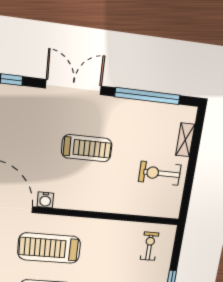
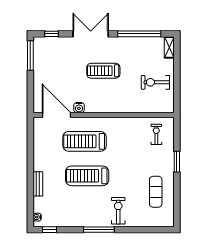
shelving: (185, 140) -> (169, 47), moved
treadmill: (87, 148) -> (103, 71), turned 180

